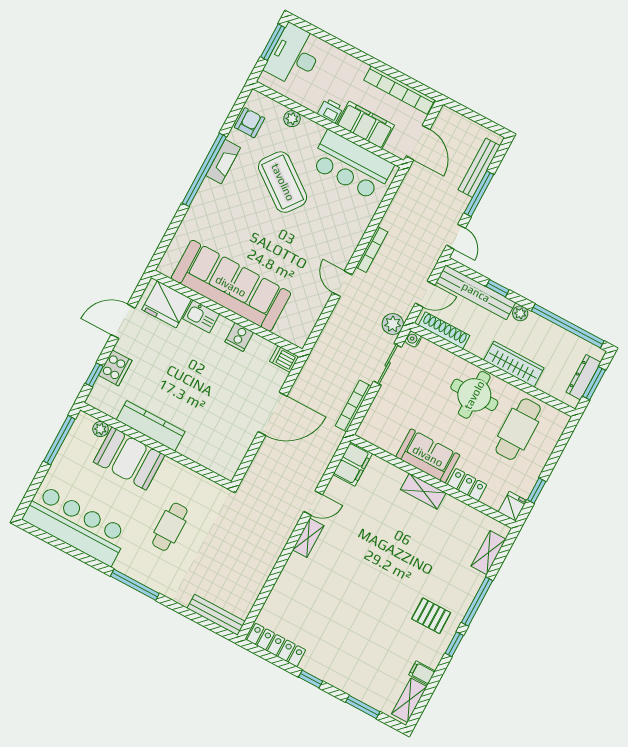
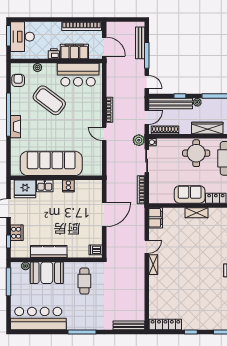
fireplace: (223, 162) -> (15, 127), moved
dishwasher: (284, 359) -> (96, 250), moved
cafe table: (170, 527) -> (84, 281), moved

